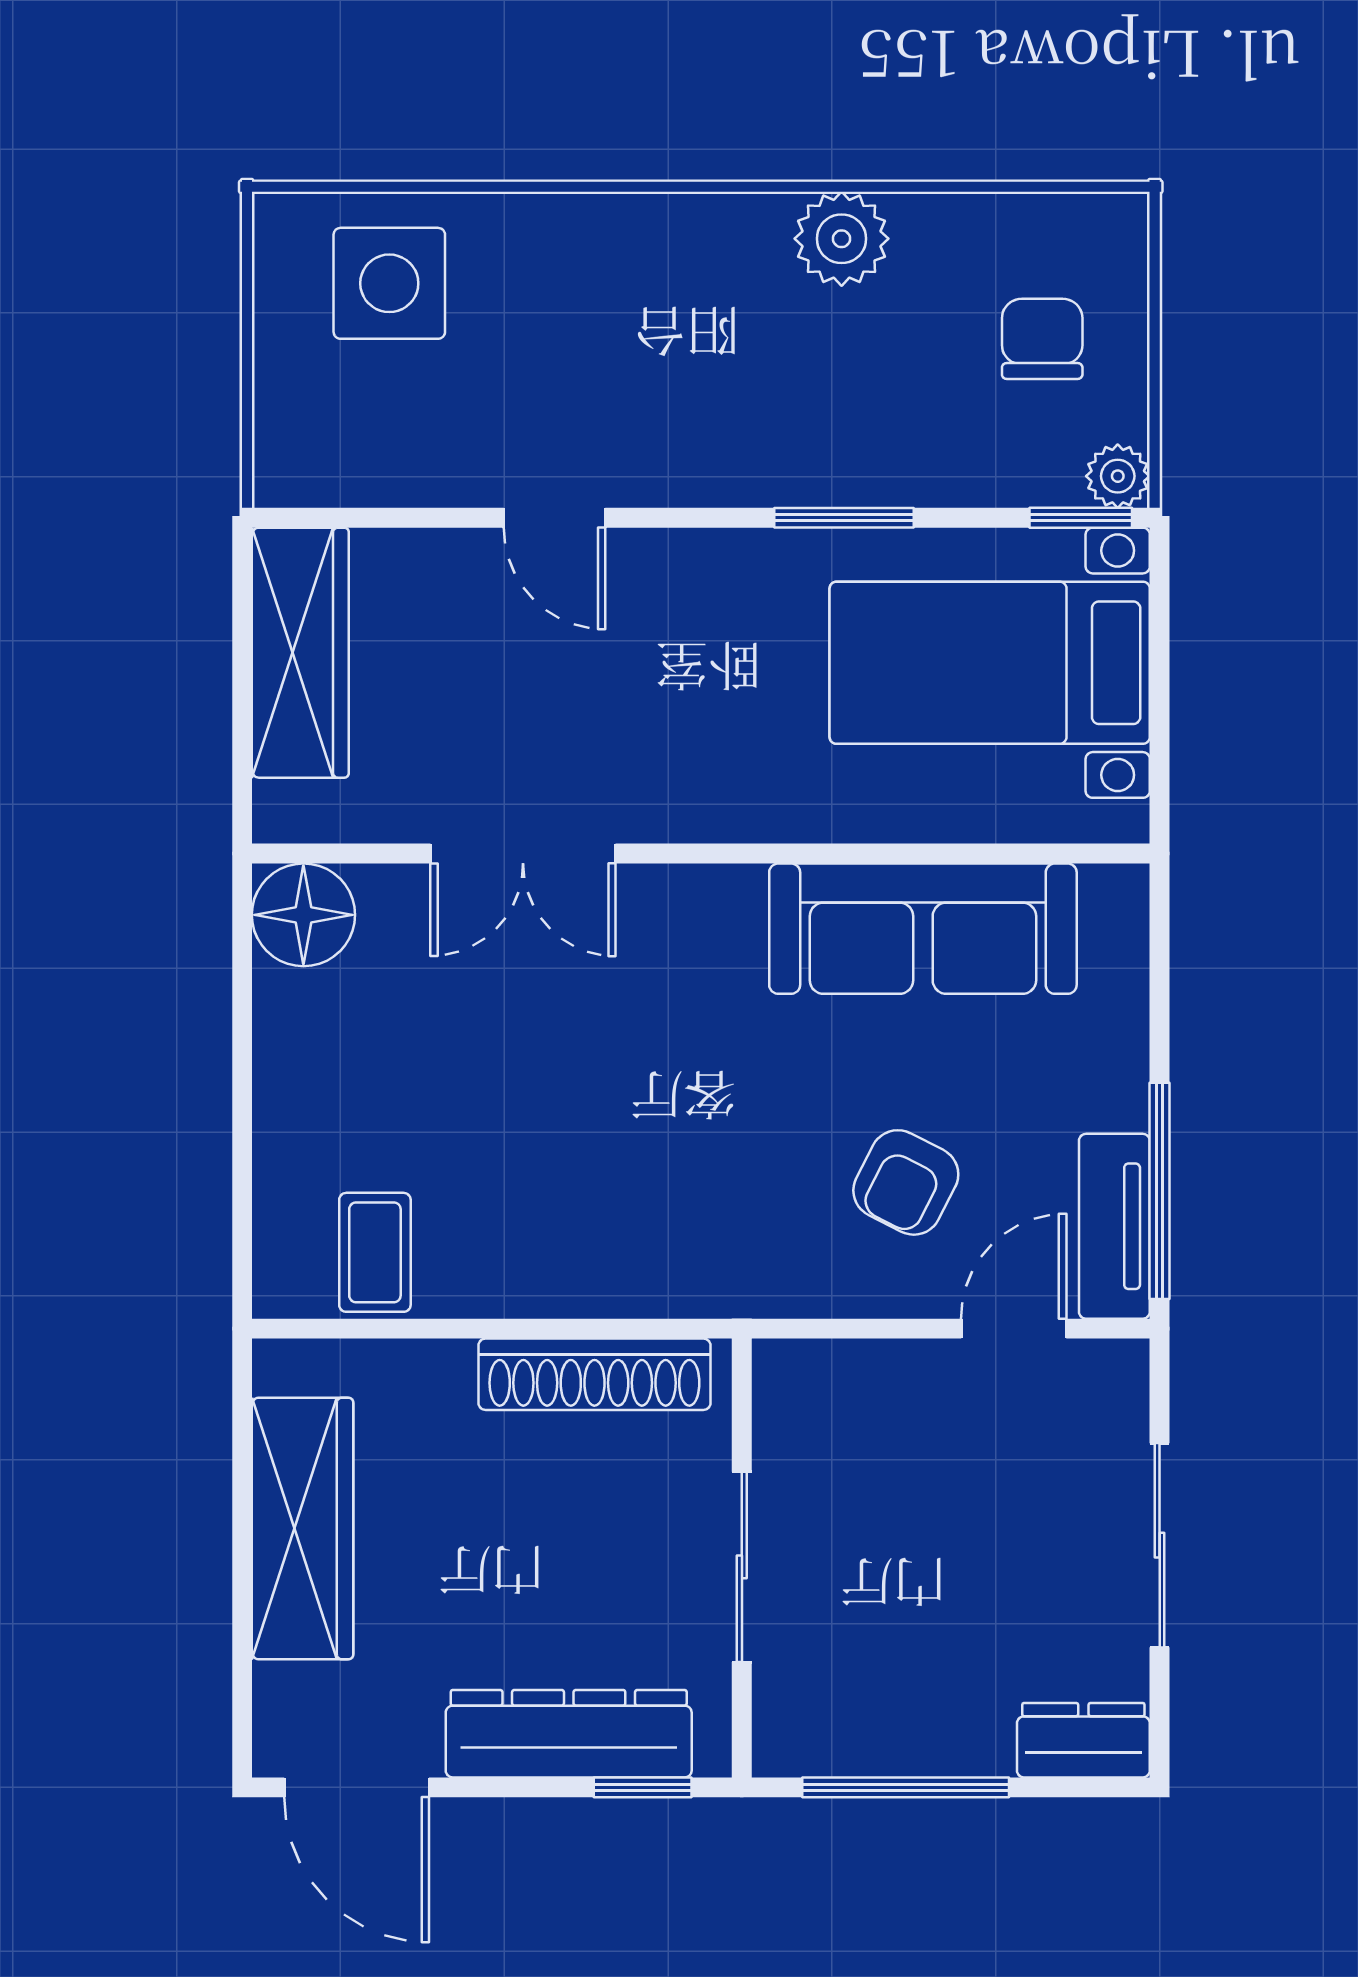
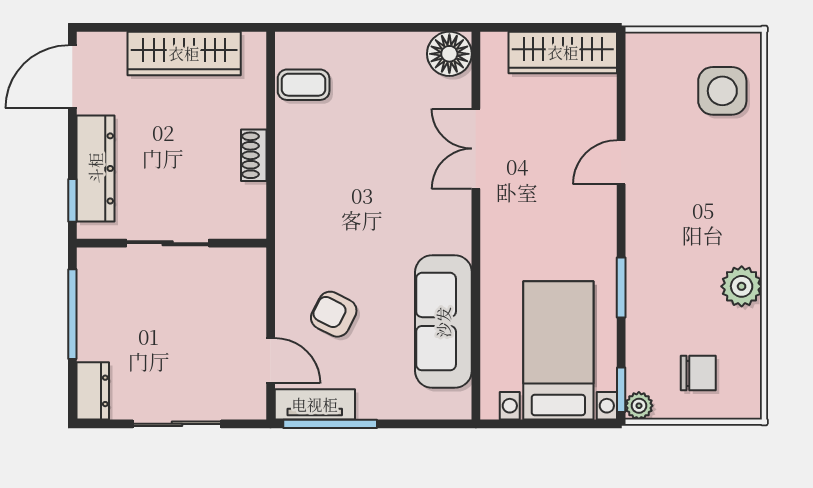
shoe rack: (594, 1374) -> (254, 155), width x0.51, depth x0.81

